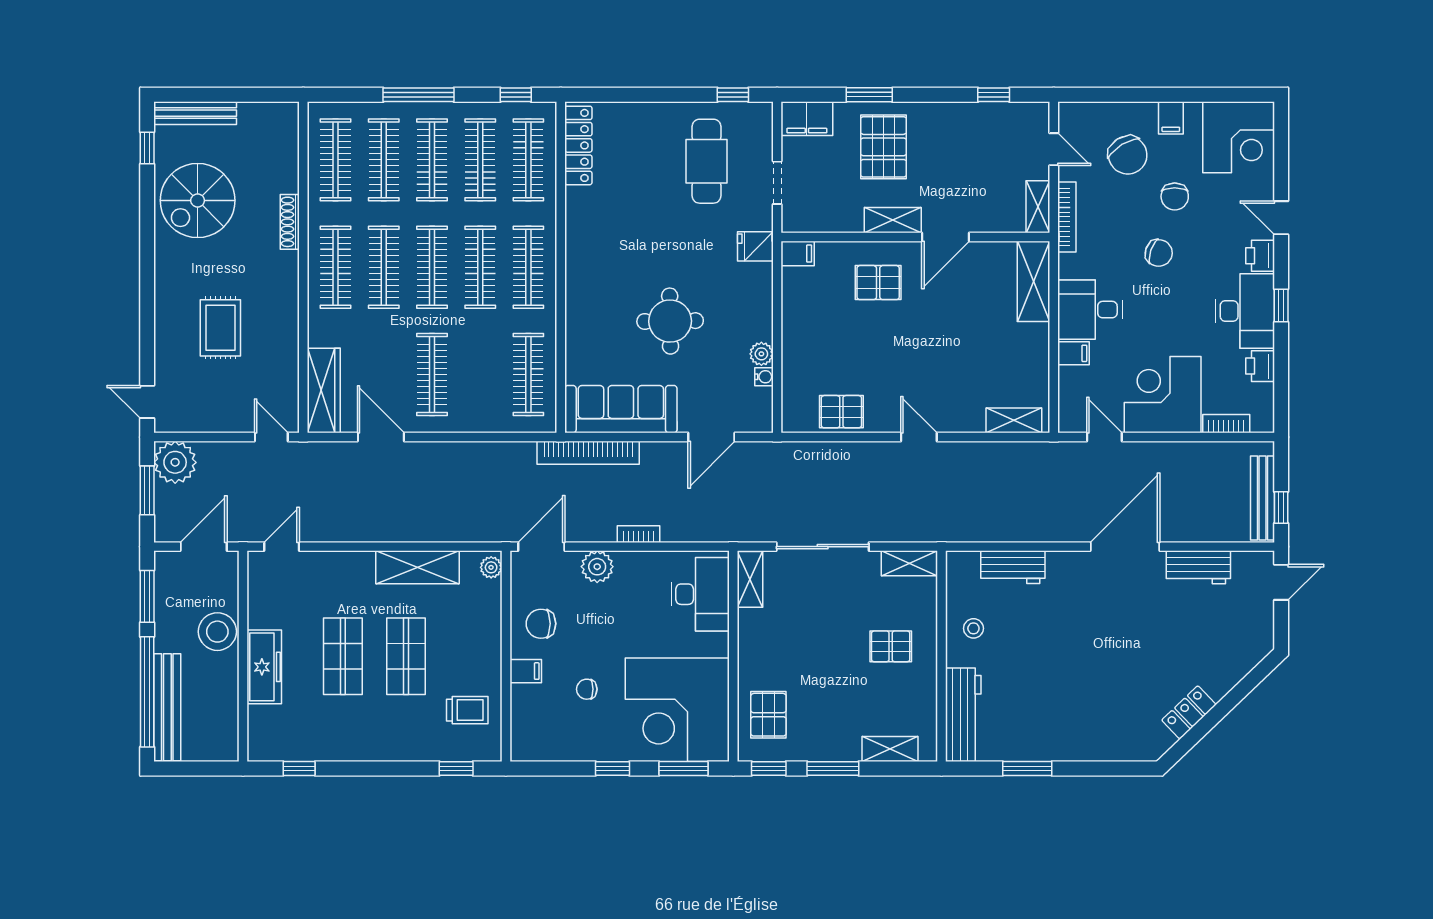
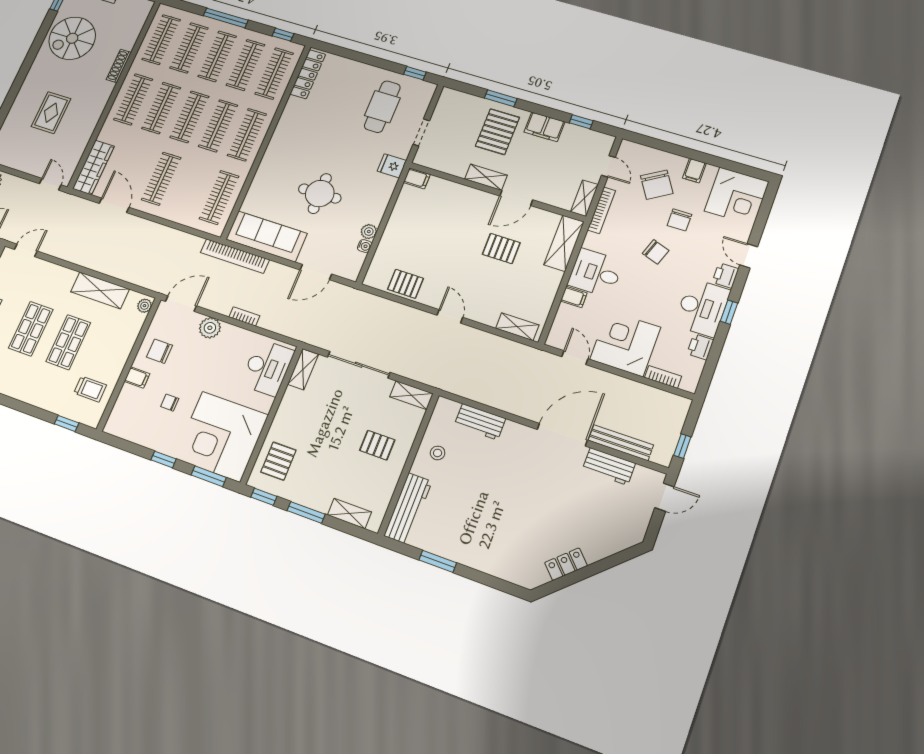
filing cabinet: (807, 119) -> (544, 127), moved
pallet: (878, 283) -> (501, 249), moved
bench: (1262, 498) -> (621, 443), moved, turned 90

